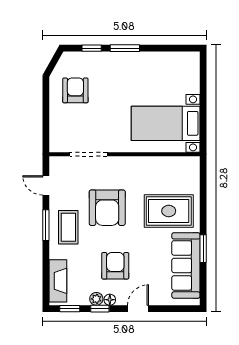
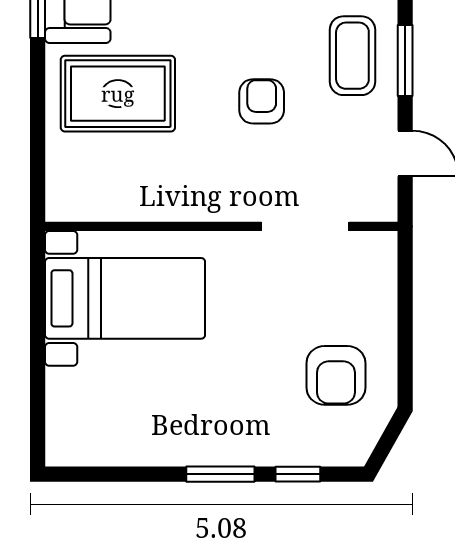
armchair: (107, 208) -> (262, 101), width x0.53, depth x0.53

